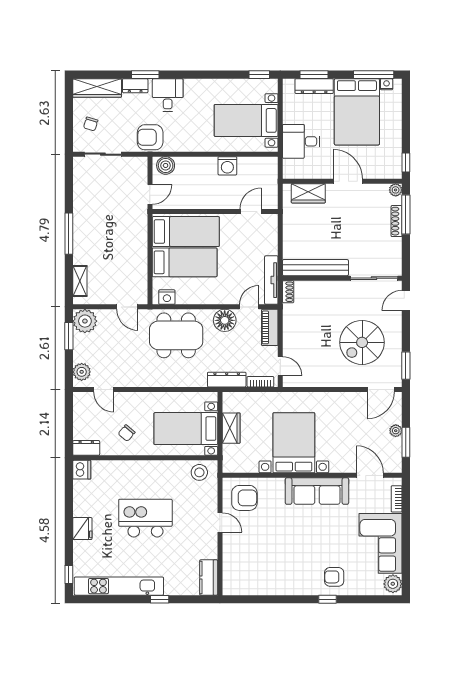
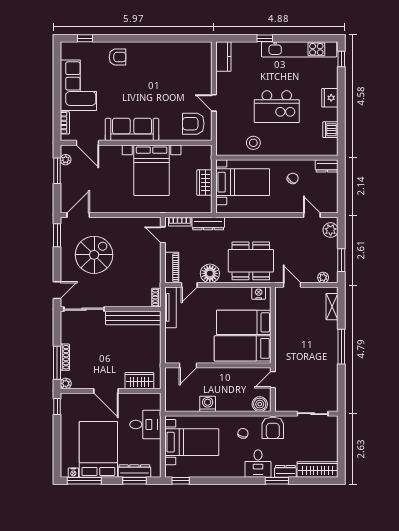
chair: (91, 124) -> (243, 433), moved
armchair: (150, 137) -> (273, 428), turned 90
plant: (85, 321) -> (323, 278), width x0.53, depth x0.53
plant: (396, 431) -> (66, 160), moved
dishwasher: (82, 470) -> (330, 130), moved
stool: (199, 472) -> (253, 143), moved
plant: (393, 584) -> (68, 51), removed
window: (327, 599) -> (85, 38), moved

